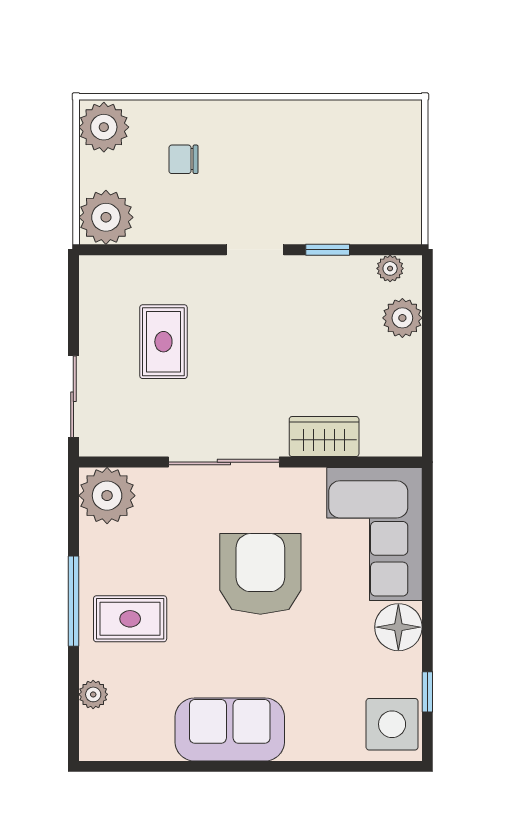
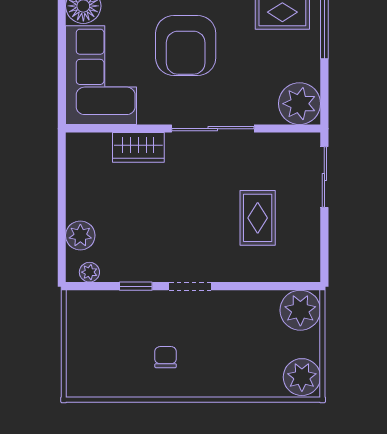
chair: (183, 159) -> (166, 357), moved, turned -90

